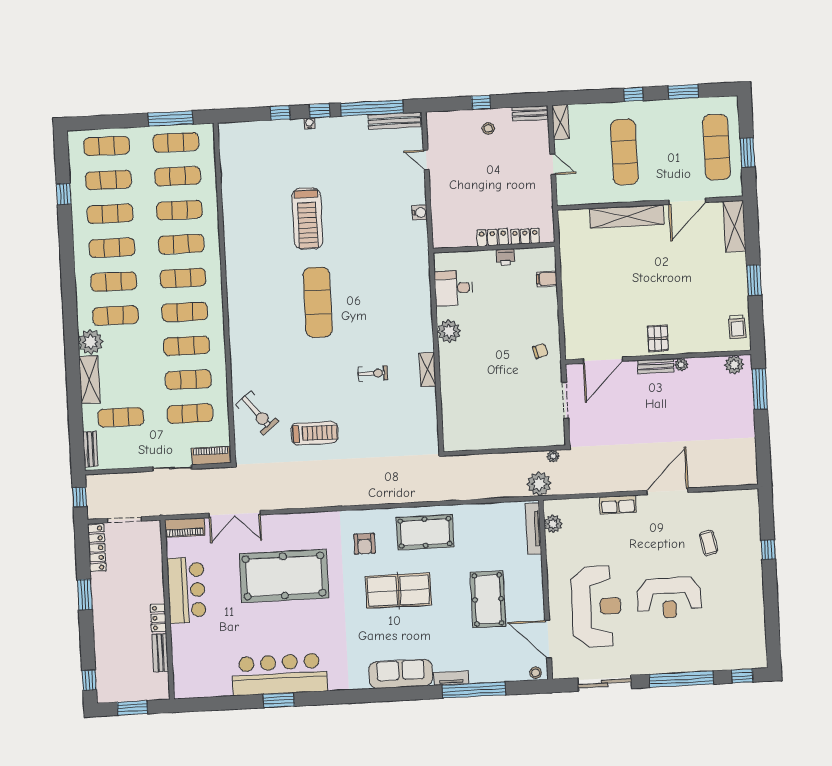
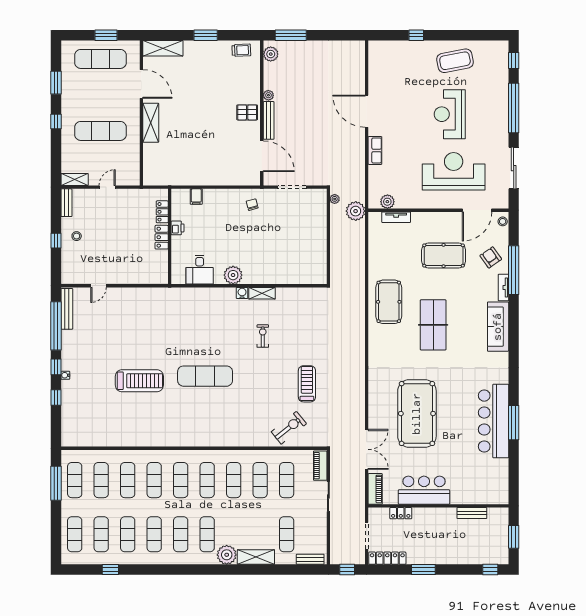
water cooler: (420, 212) -> (242, 293), moved
shelving: (627, 216) -> (151, 123), width x0.68
bench: (656, 366) -> (269, 120), width x1.36
tv unit: (533, 529) -> (396, 217), width x0.71
coffee table: (709, 543) -> (455, 61), moved, width x1.86, depth x1.72
armchair: (364, 544) -> (491, 257), moved, turned -125
reception desk: (669, 598) -> (450, 114), turned 180
locker: (158, 618) -> (401, 513), moved
window: (279, 700) -> (514, 423), width x1.44

